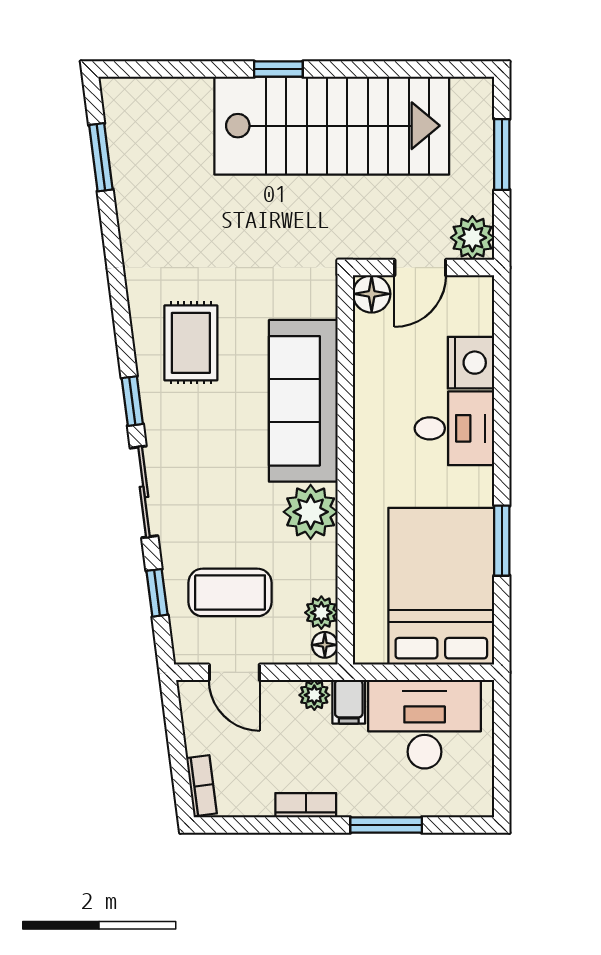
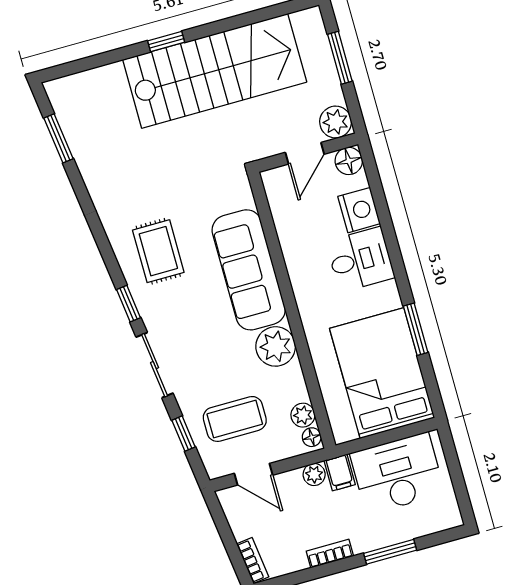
floor lamp: (372, 294) -> (349, 161), moved

